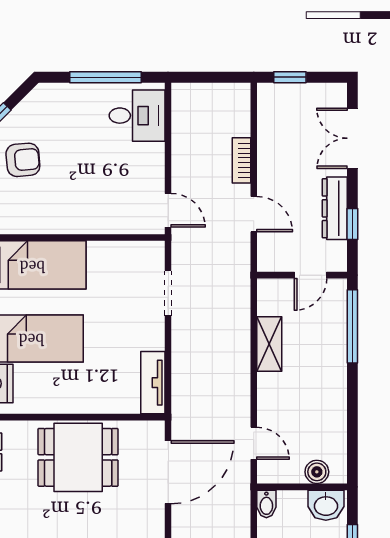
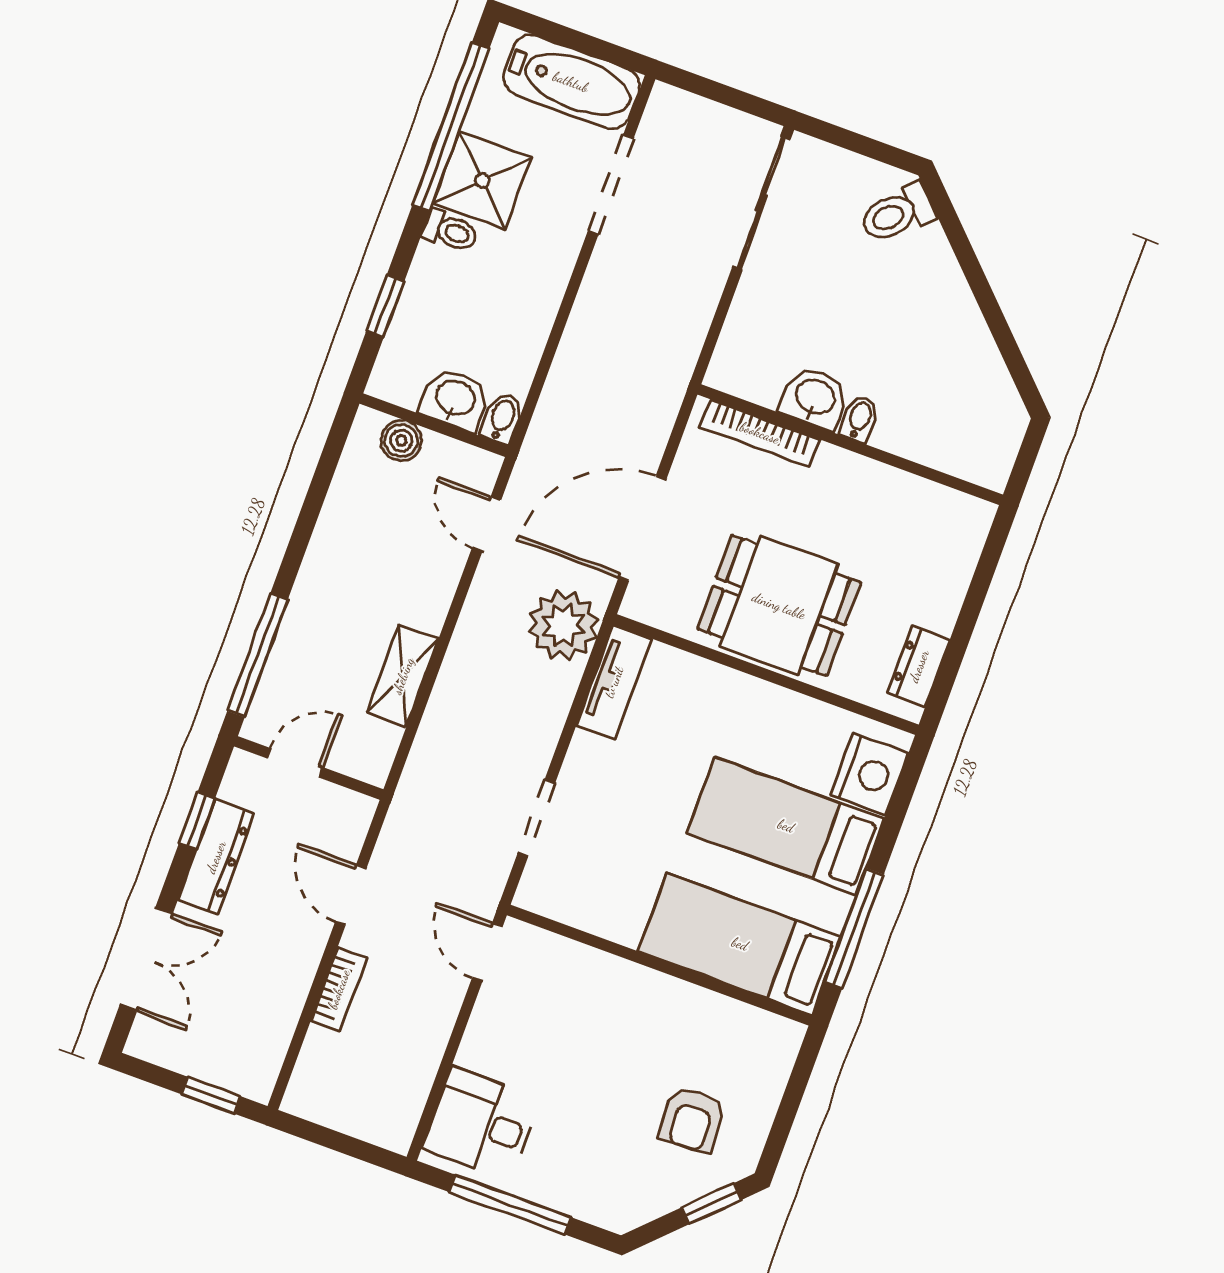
armchair: (23, 160) -> (692, 1120), turned -88
plant: (192, 404) -> (563, 625), added
washbasin: (326, 505) -> (455, 399), moved

